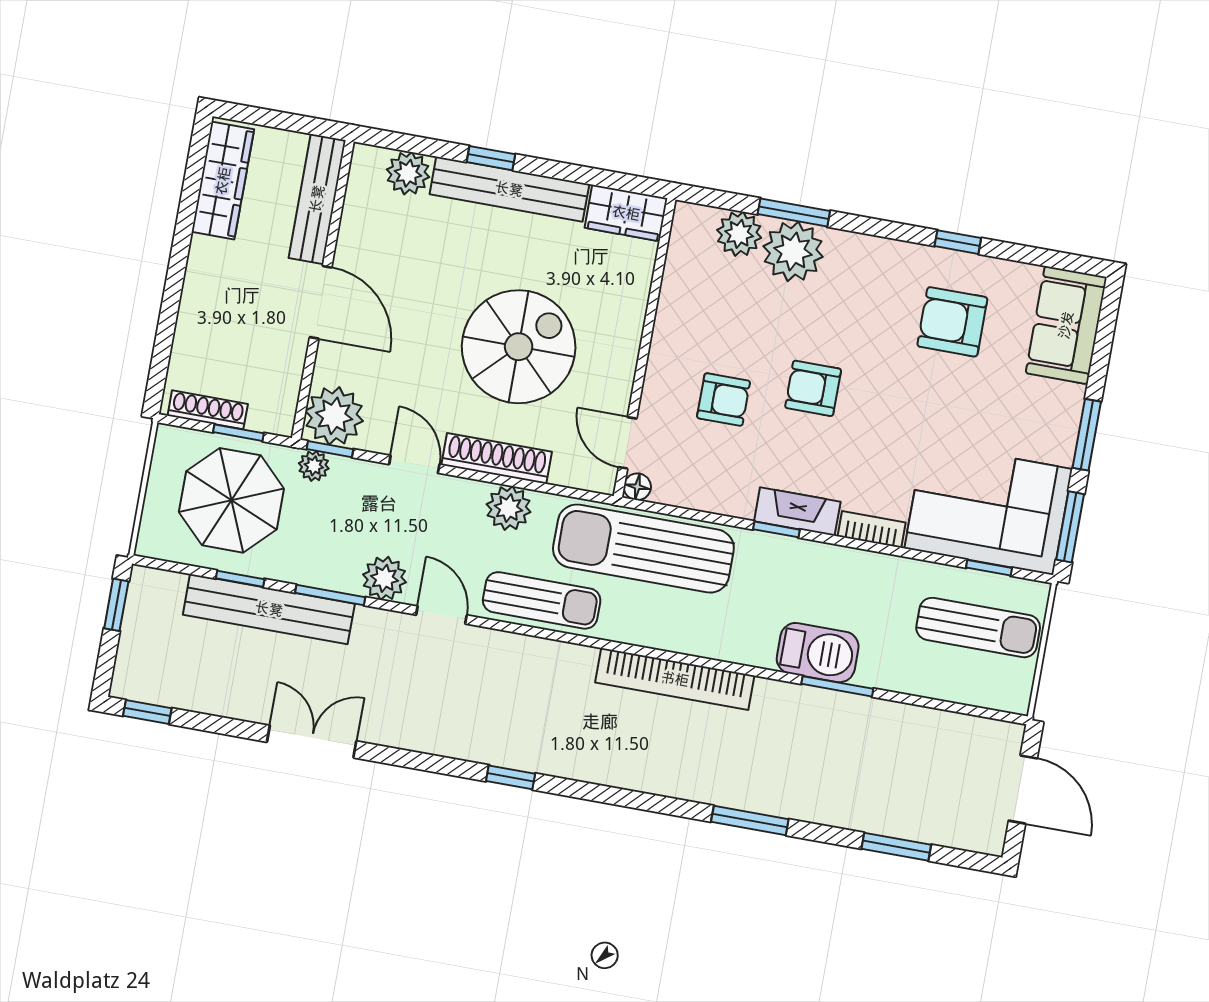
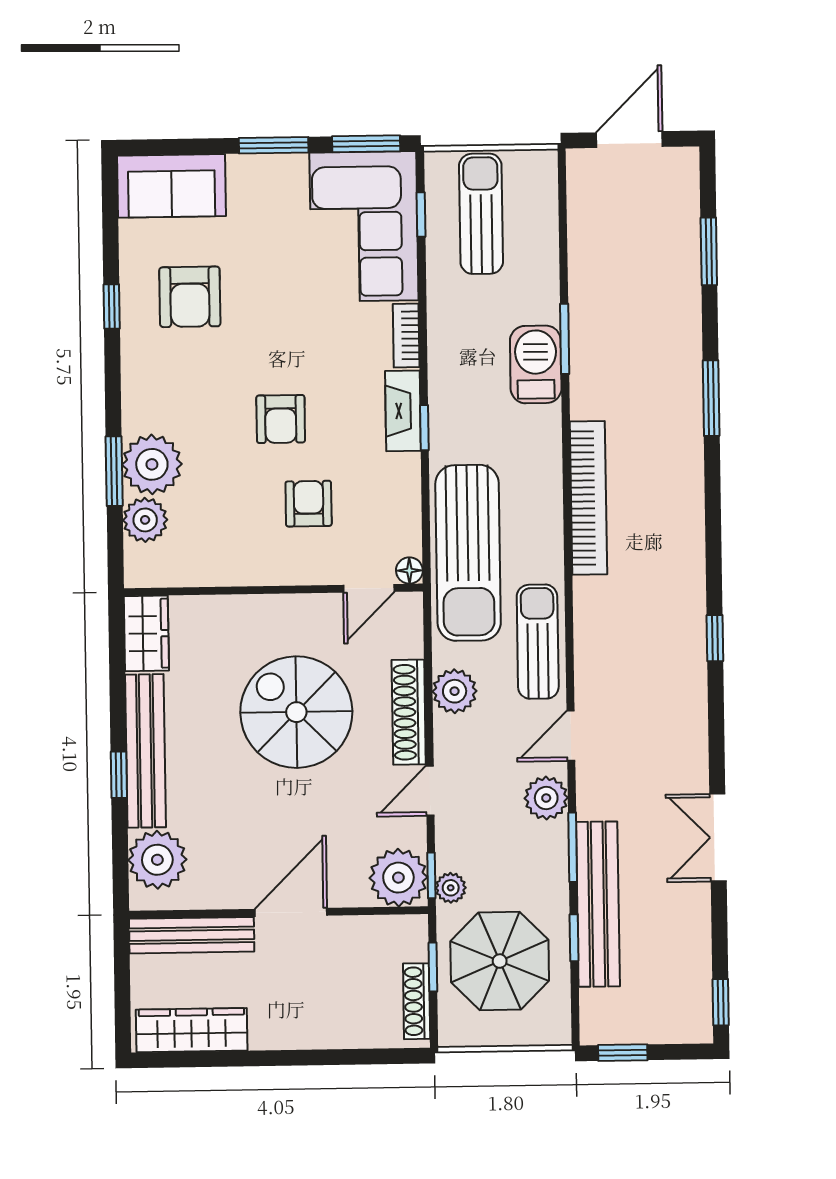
plant: (408, 173) -> (157, 860), width x1.36, depth x1.36

